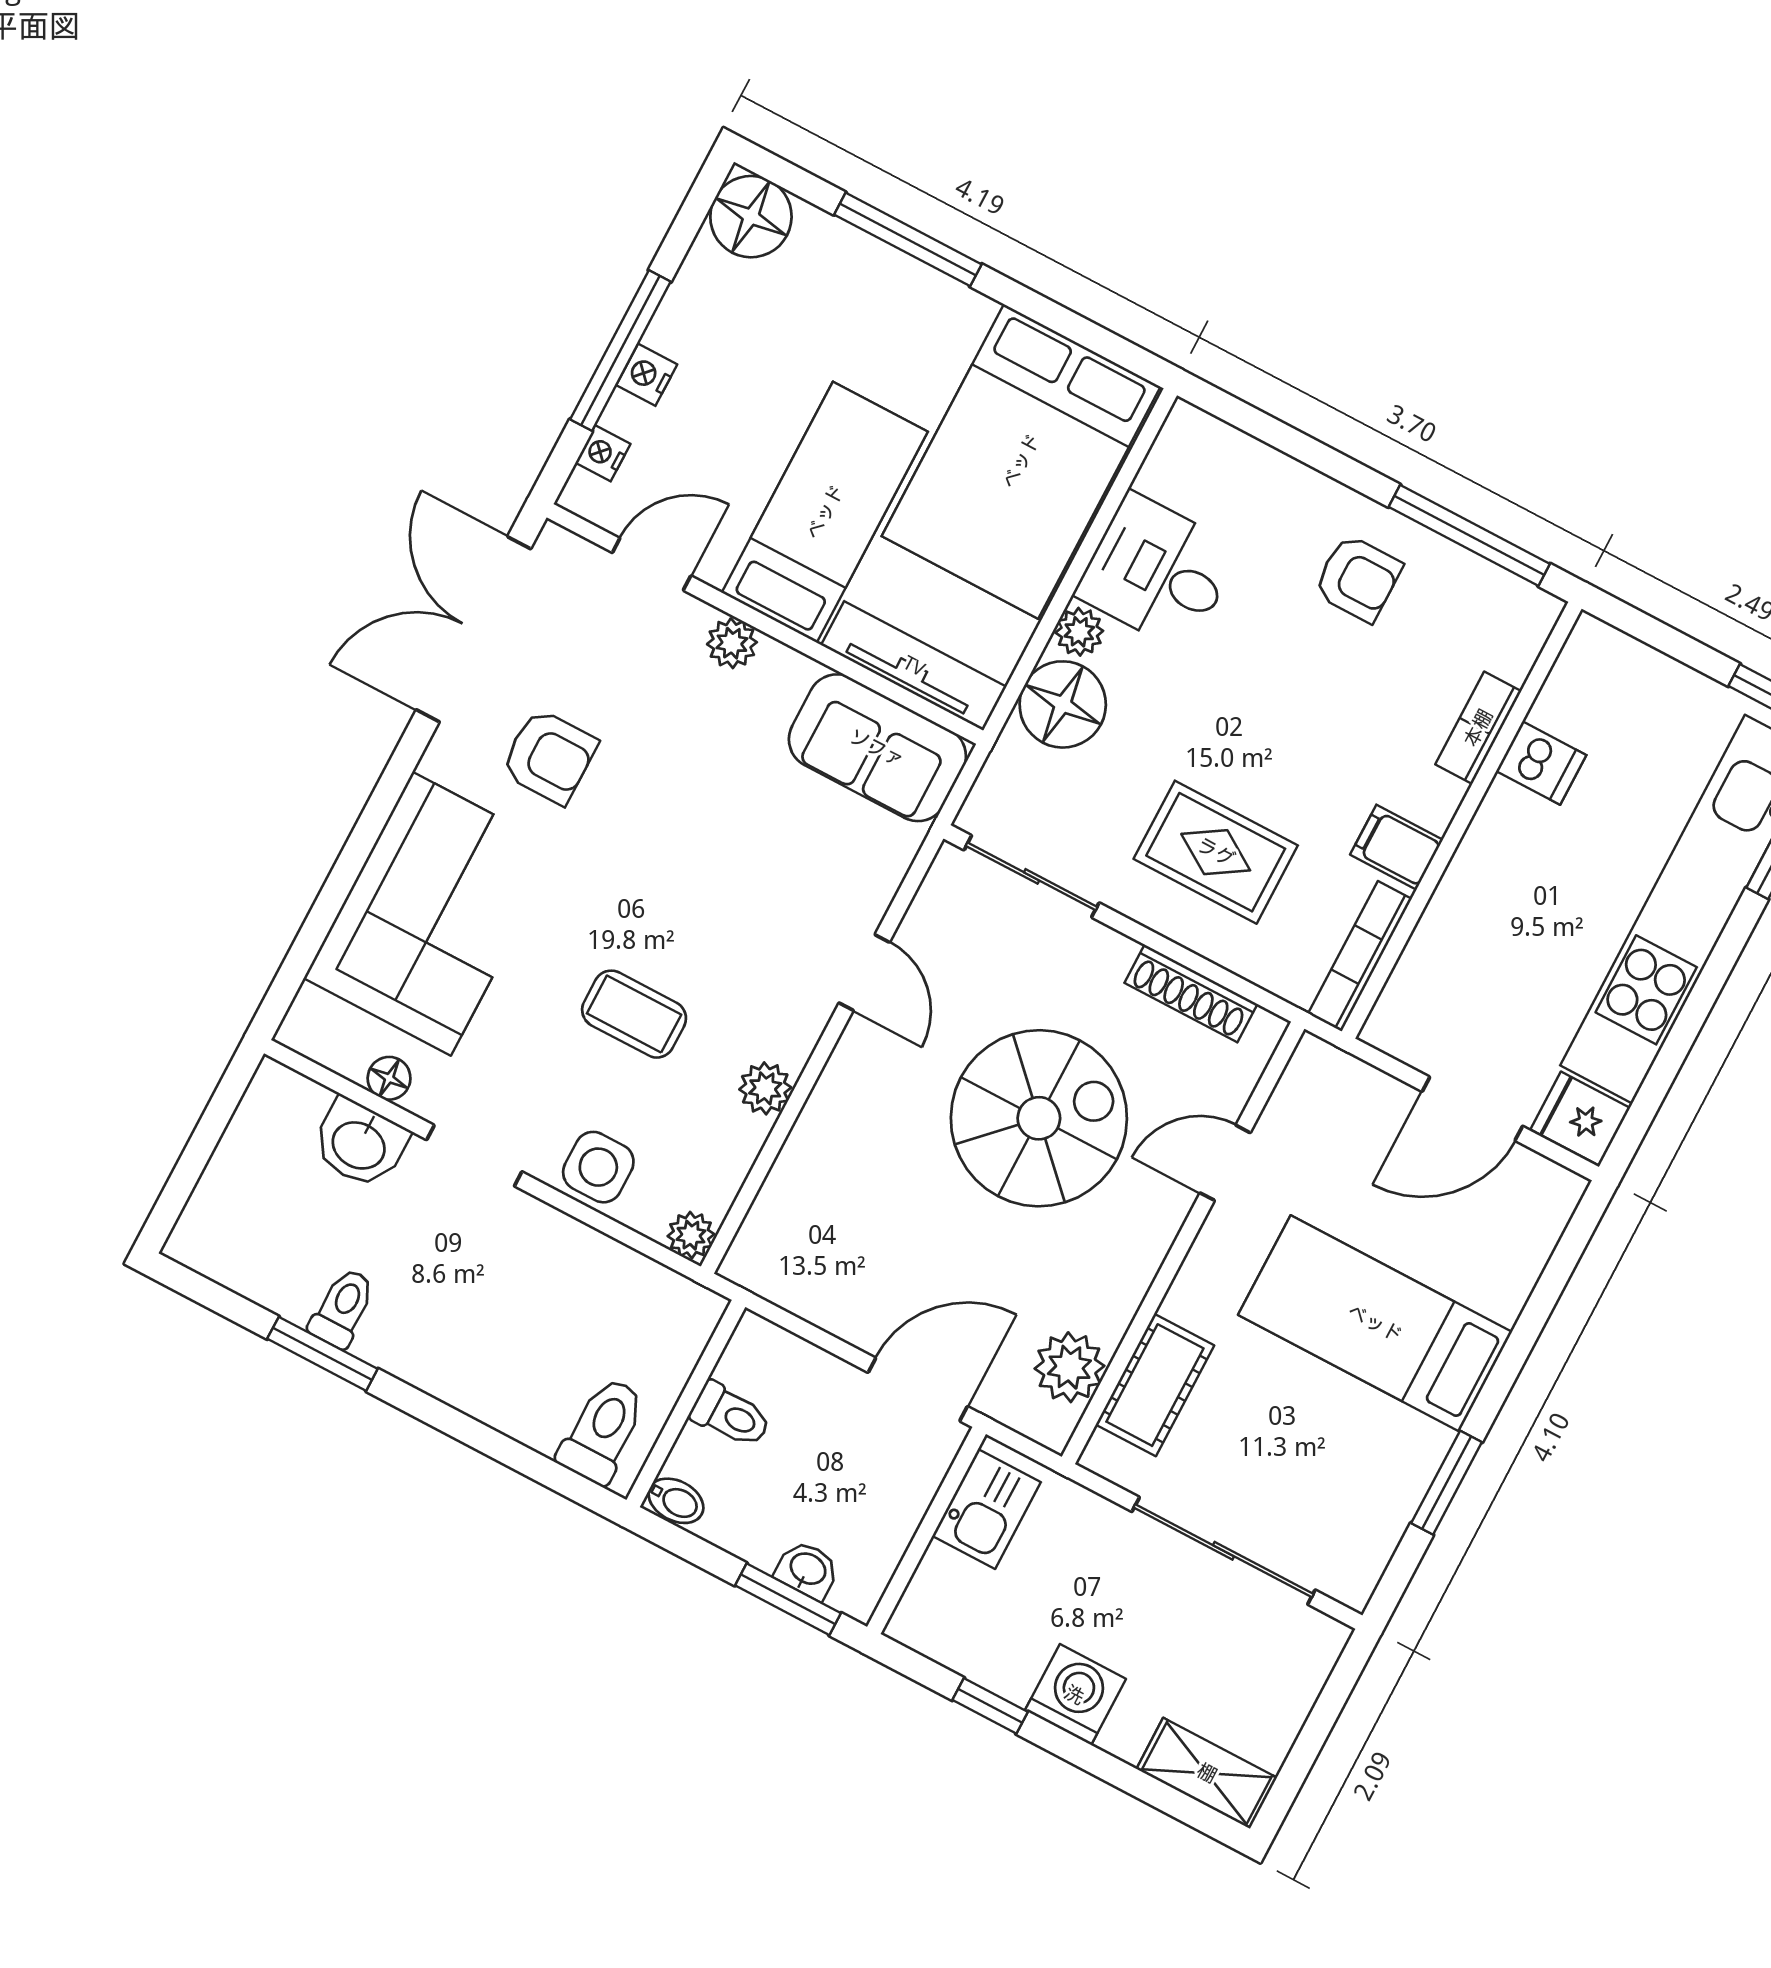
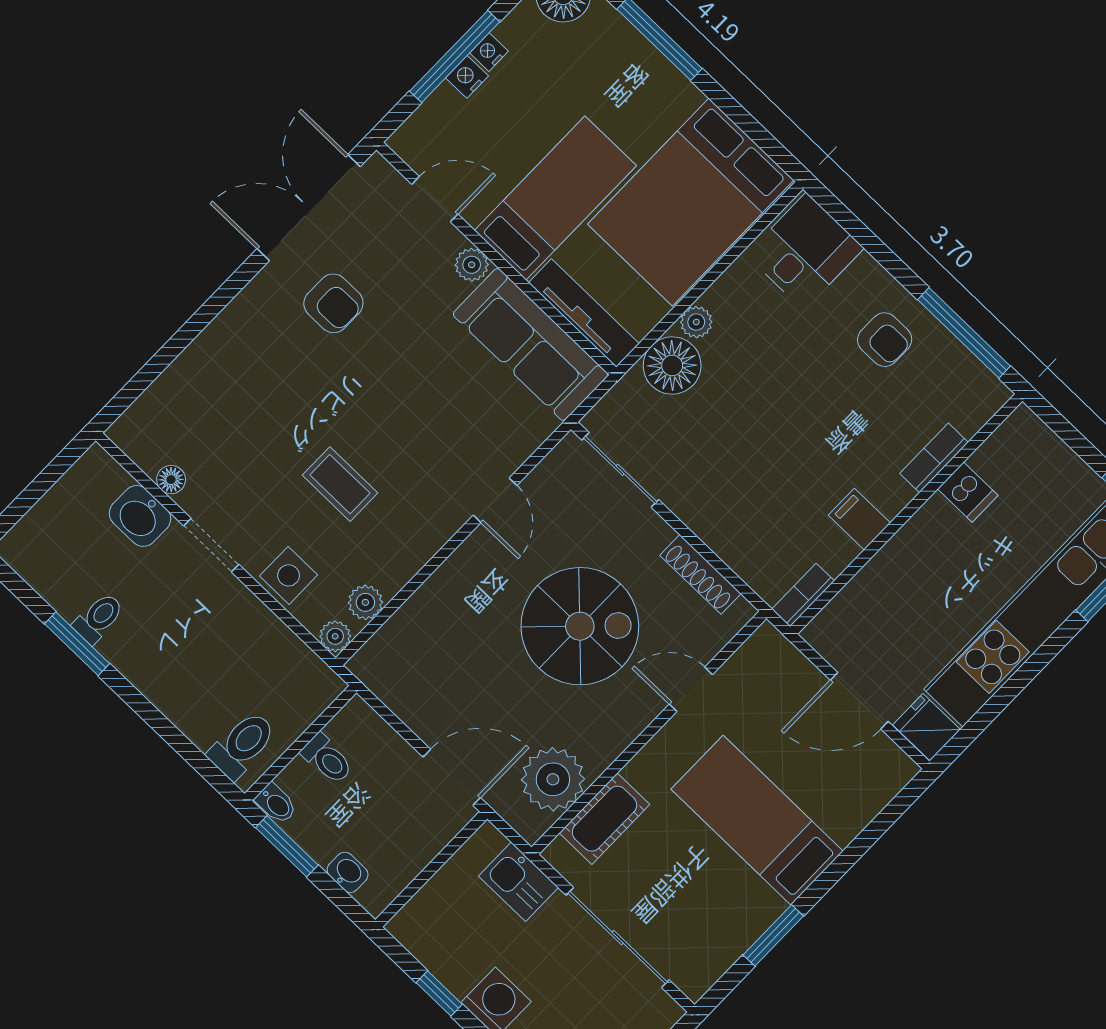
nightstand: (603, 453) -> (489, 52), moved
desk: (1158, 572) -> (805, 251), moved, turned 90
sofa: (877, 748) -> (531, 344), width x1.36
rug: (1216, 852) -> (743, 489), removed
corner sofa: (432, 914) -> (229, 382), removed
bookcase: (1360, 956) -> (803, 595), width x0.64
plant: (765, 1088) -> (365, 602), moved
plant: (1069, 1367) -> (553, 779), width x1.36, depth x1.36
kitchen sink: (986, 1509) -> (519, 882), moved, turned 90
window: (788, 1599) -> (287, 846), moved

